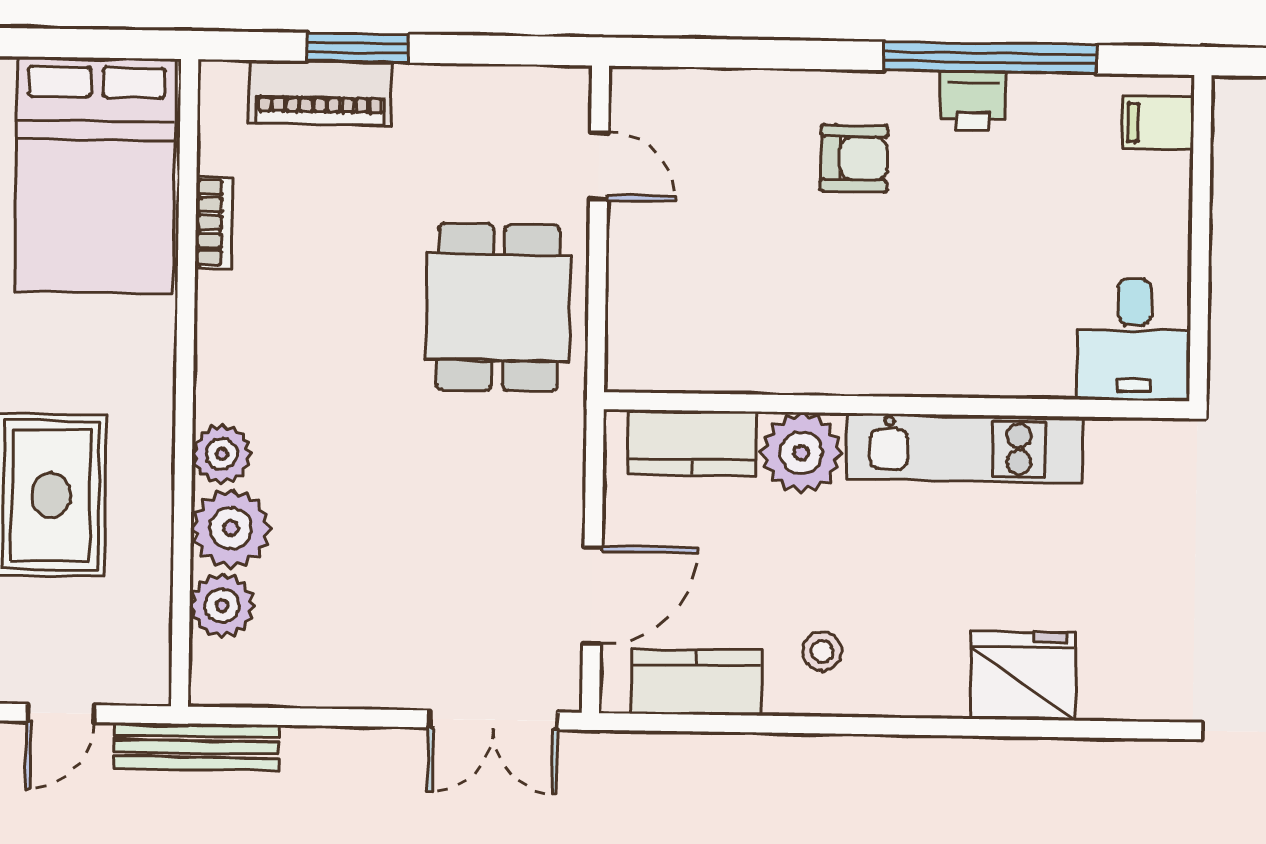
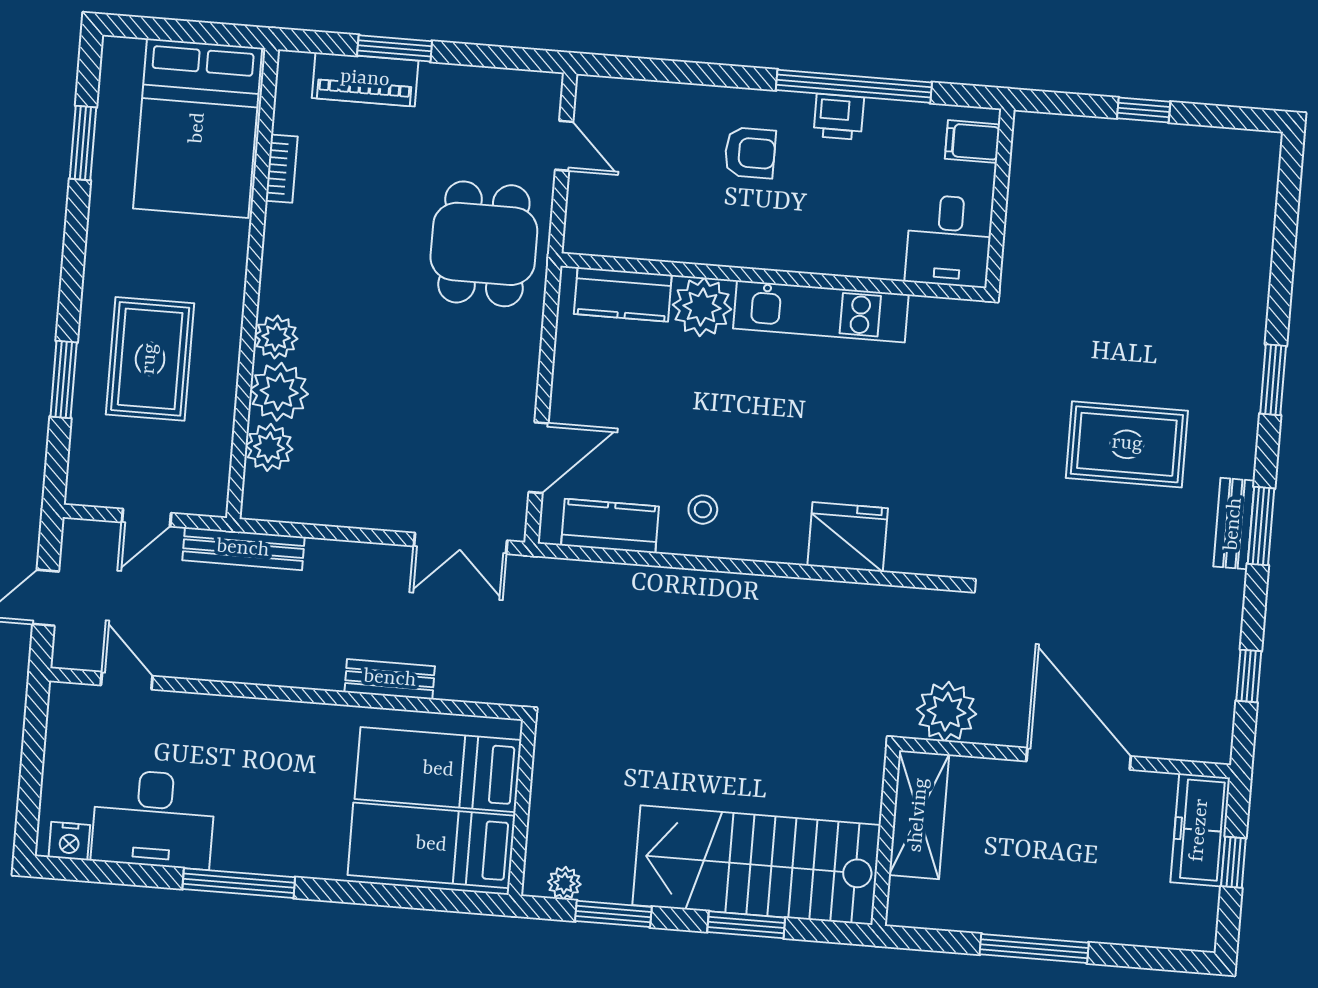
desk: (1134, 340) -> (949, 241), moved
wall: (897, 405) -> (773, 277), moved
kitchen counter: (692, 443) -> (623, 294), moved
kitchen unit: (965, 448) -> (821, 311), moved
plant: (801, 453) -> (702, 307), moved

